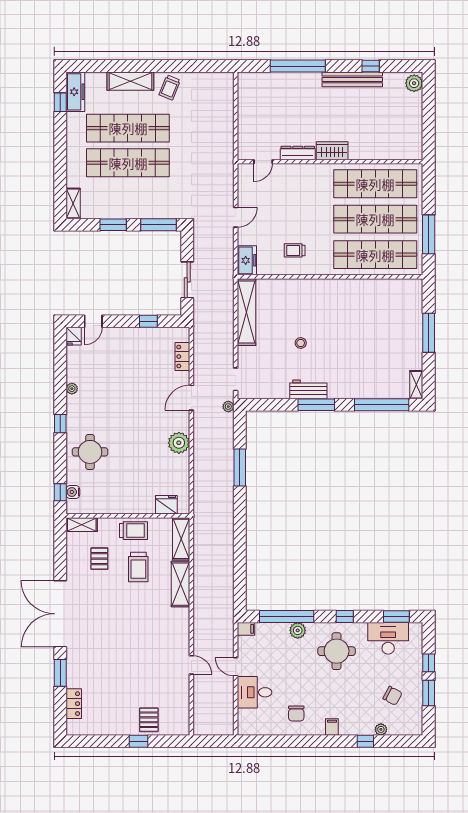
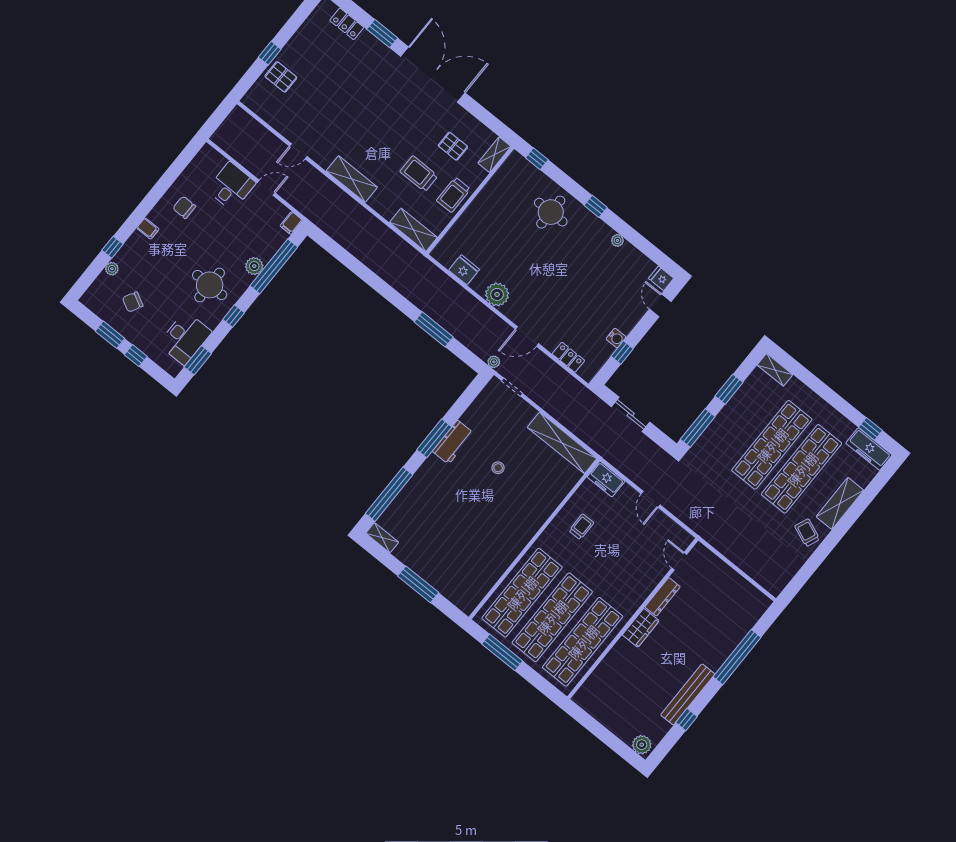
door: (191, 398) -> (527, 336), swing flipped
water cooler: (73, 492) -> (616, 338), moved, turned 90
fridge: (166, 505) -> (464, 270), moved, turned -90
shelving: (180, 584) -> (352, 179), moved

